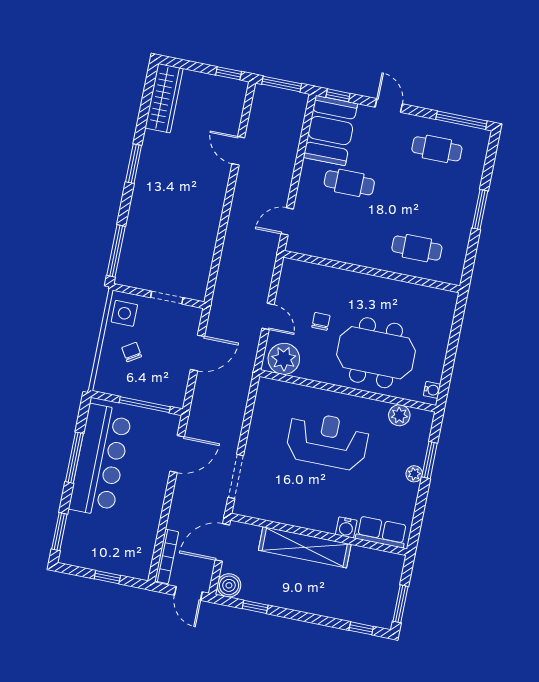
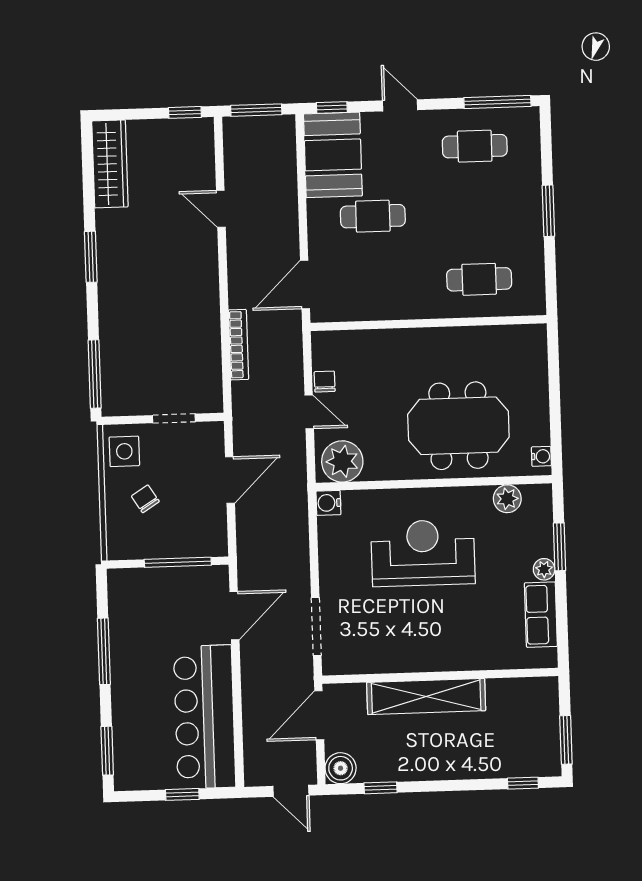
door: (287, 221) -> (305, 284), width x1.37
chair: (321, 321) -> (325, 382), moved
bar counter: (101, 460) -> (205, 717), moved, turned 180
water cooler: (346, 527) -> (328, 503), moved, turned 90
row of seats: (381, 532) -> (541, 615), moved, turned -90
bookcase: (167, 556) -> (238, 345), moved

